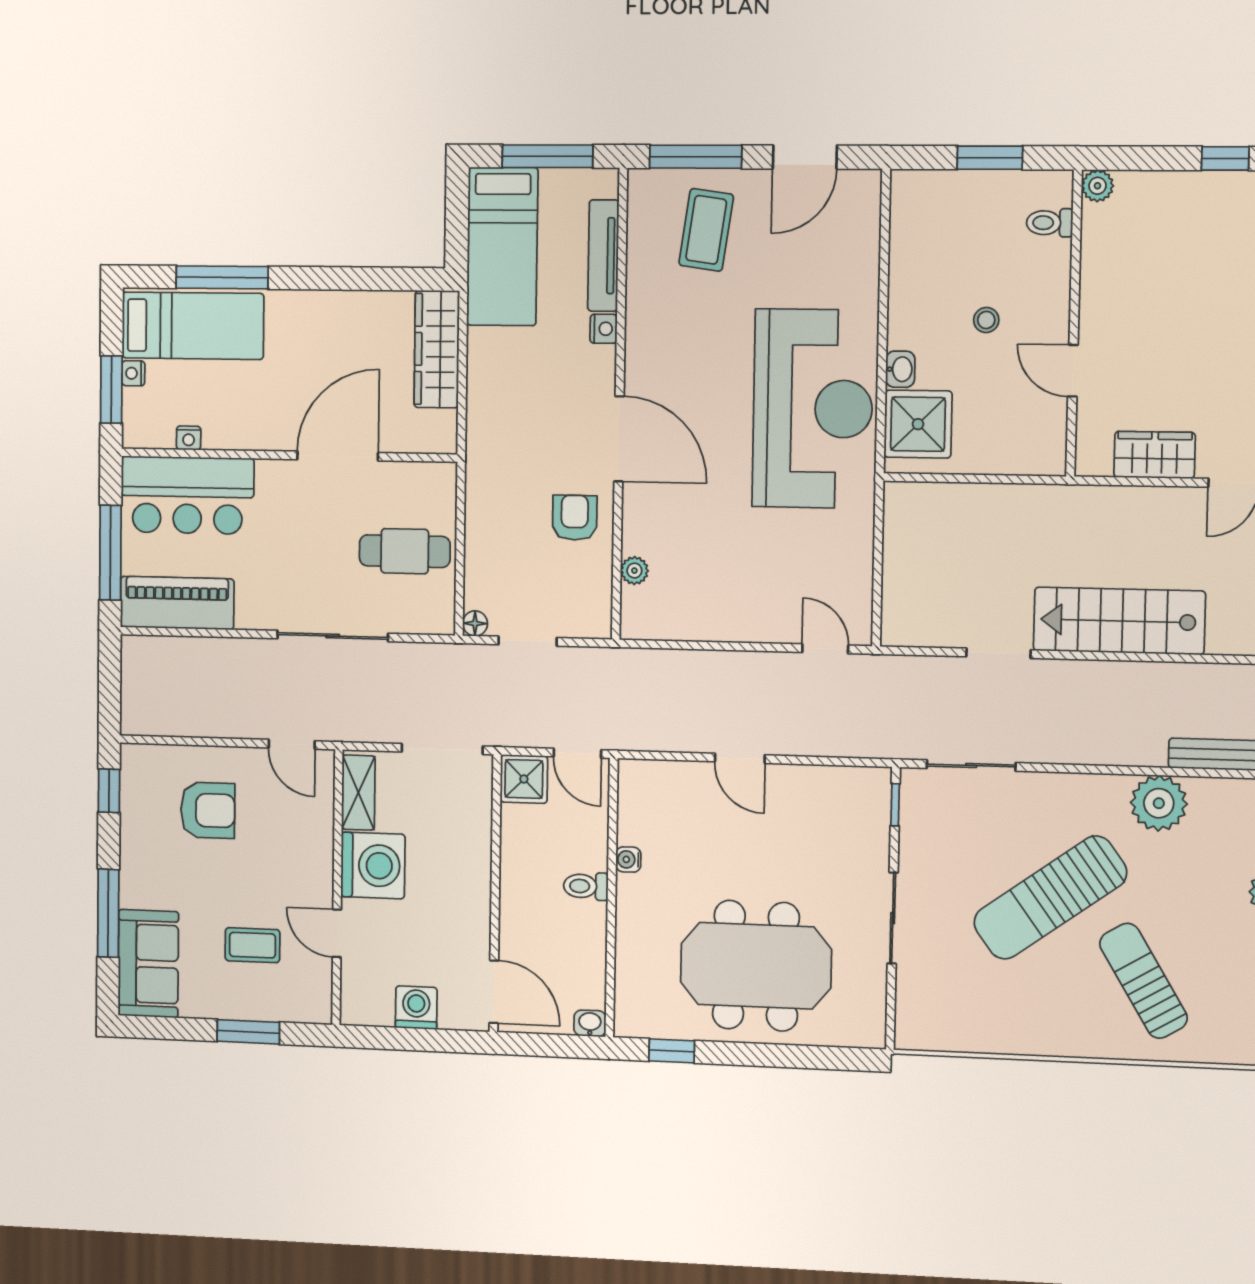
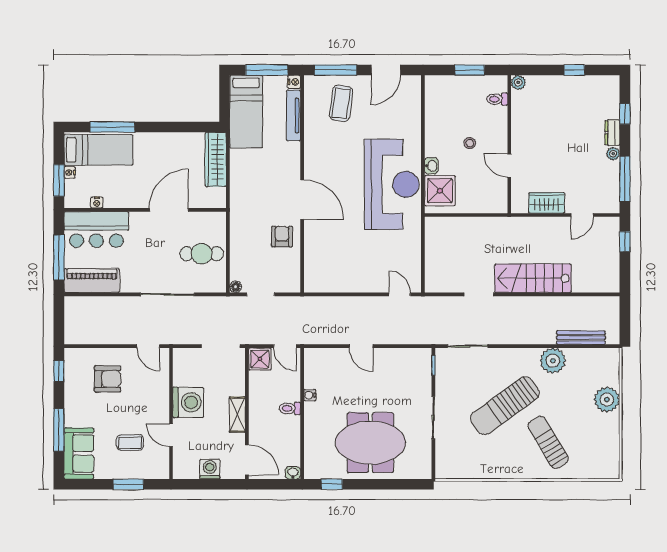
nightstand: (604, 329) -> (294, 82), moved
plant: (634, 571) -> (310, 260), removed
shelving: (358, 793) -> (237, 415), moved

